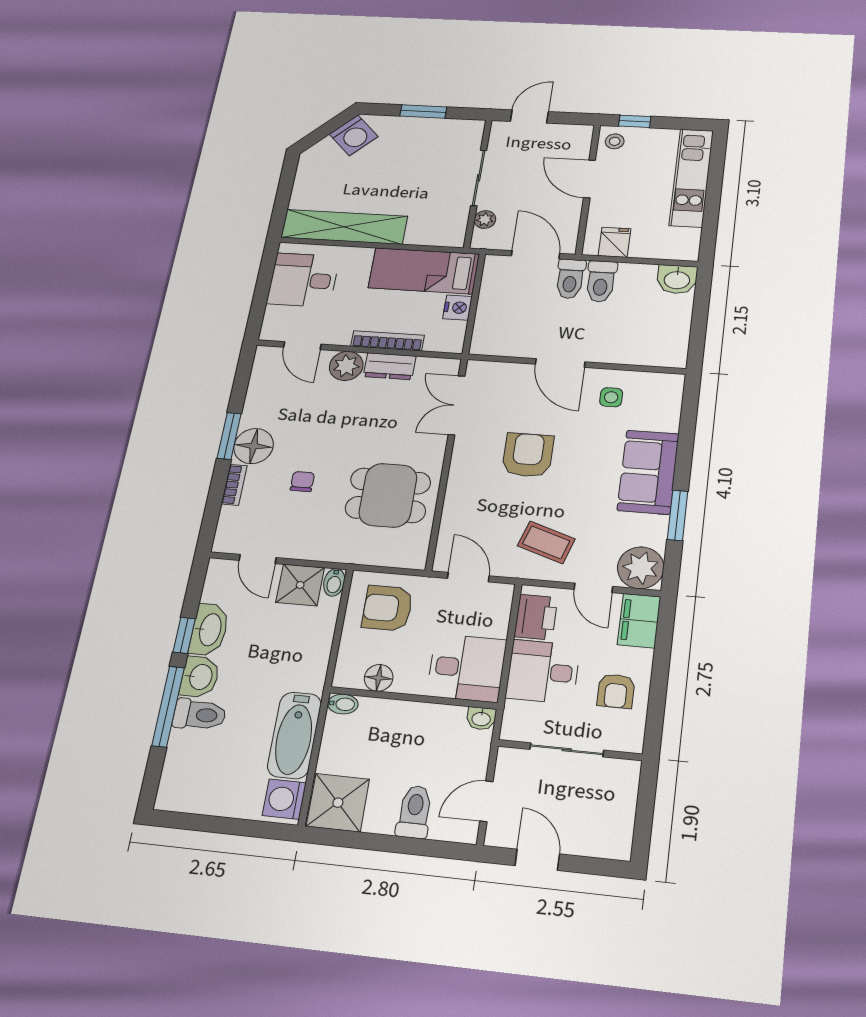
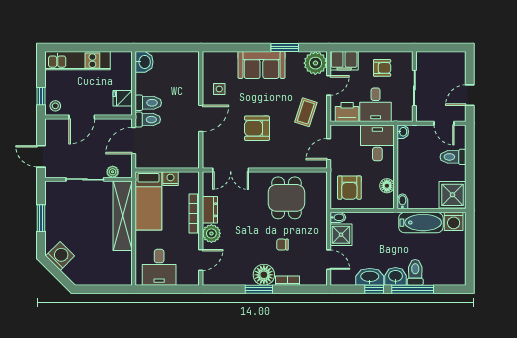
shelving: (344, 227) -> (123, 216), moved
door: (258, 559) -> (329, 260), hinge flipped

